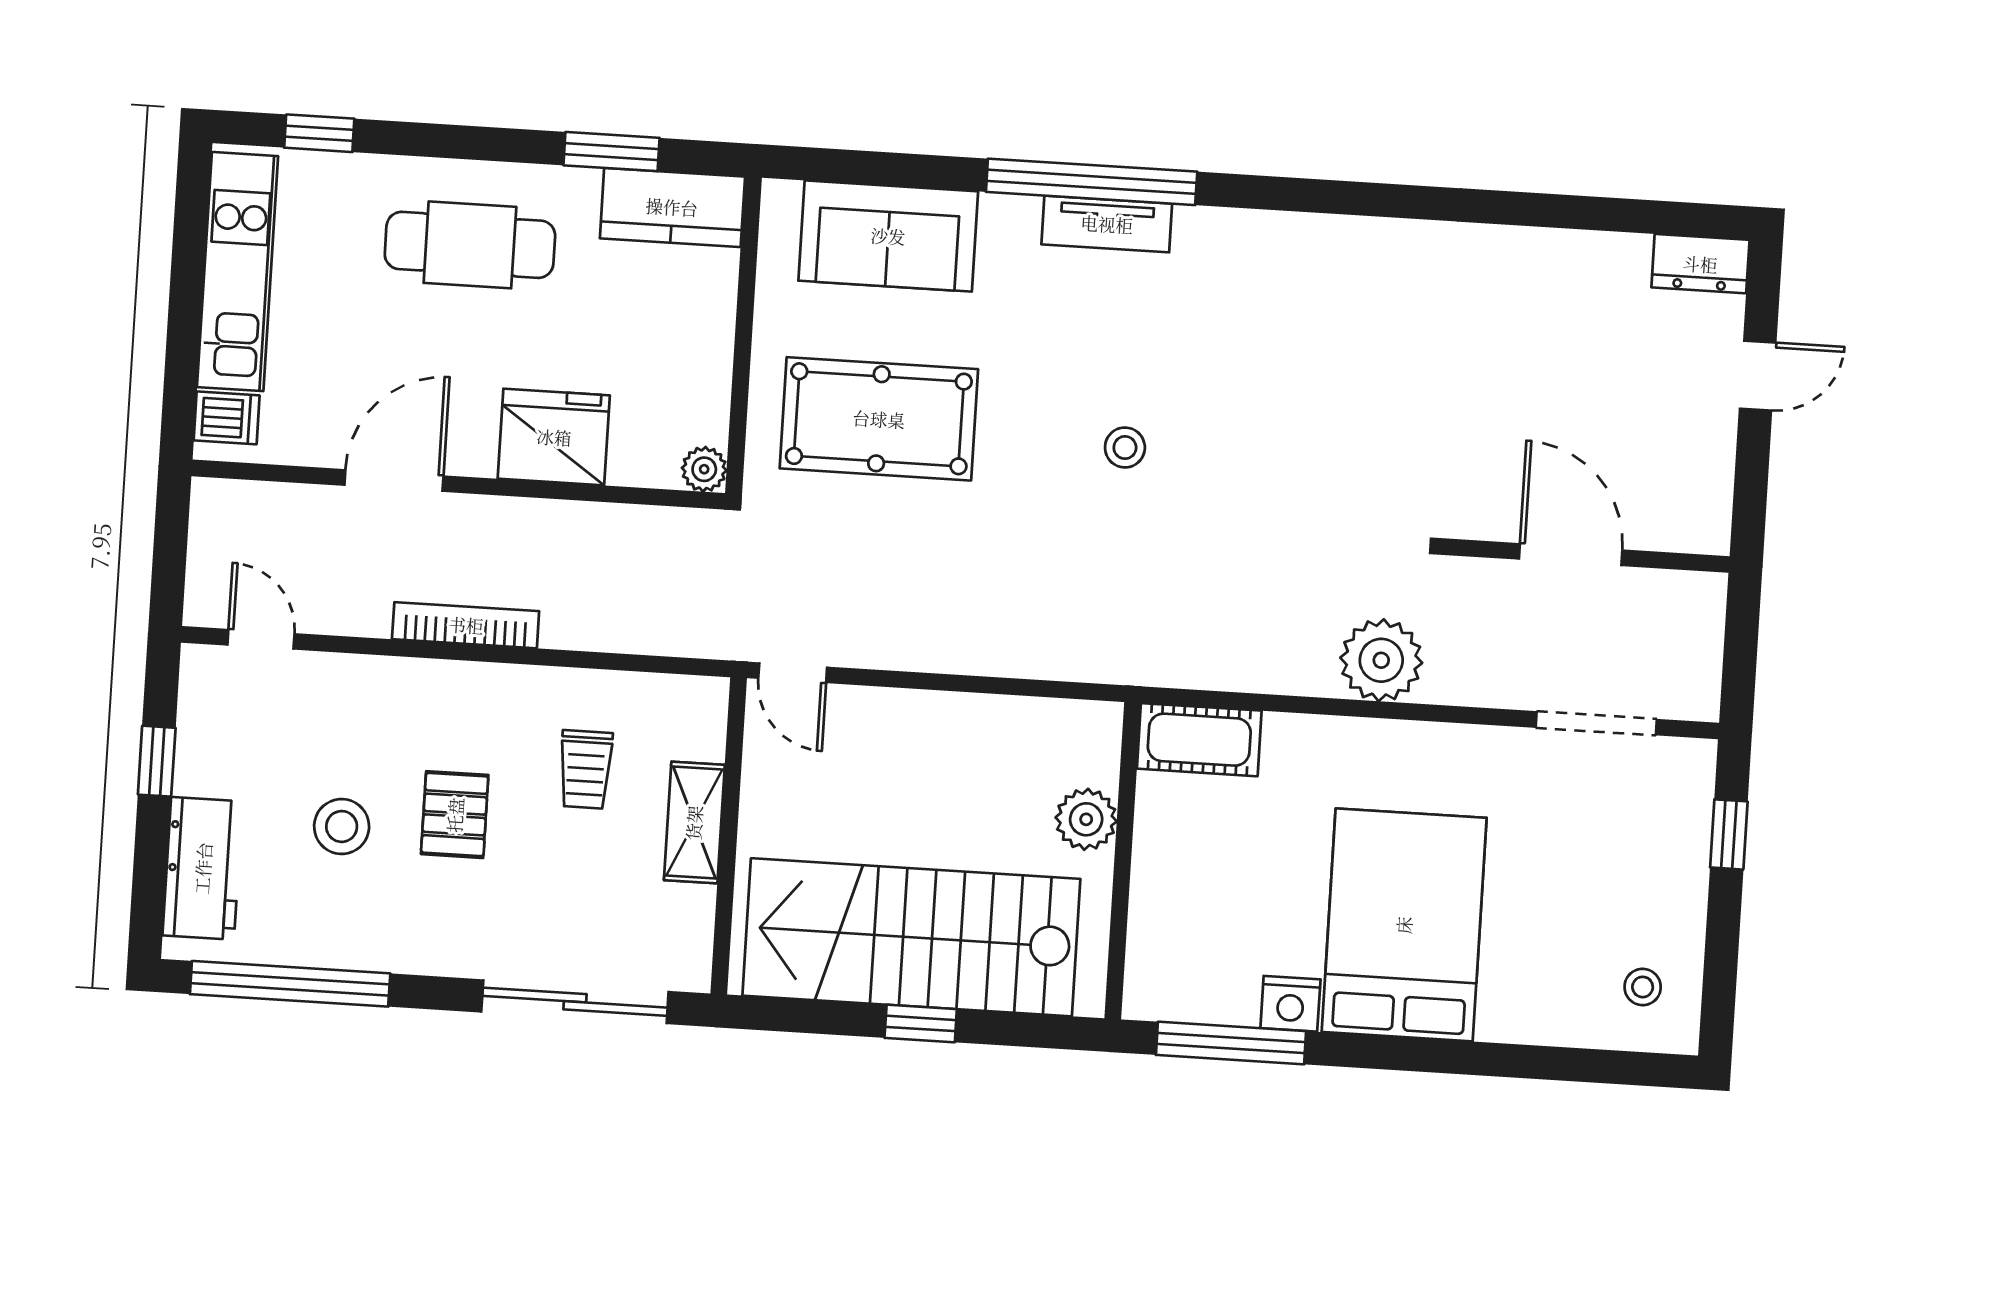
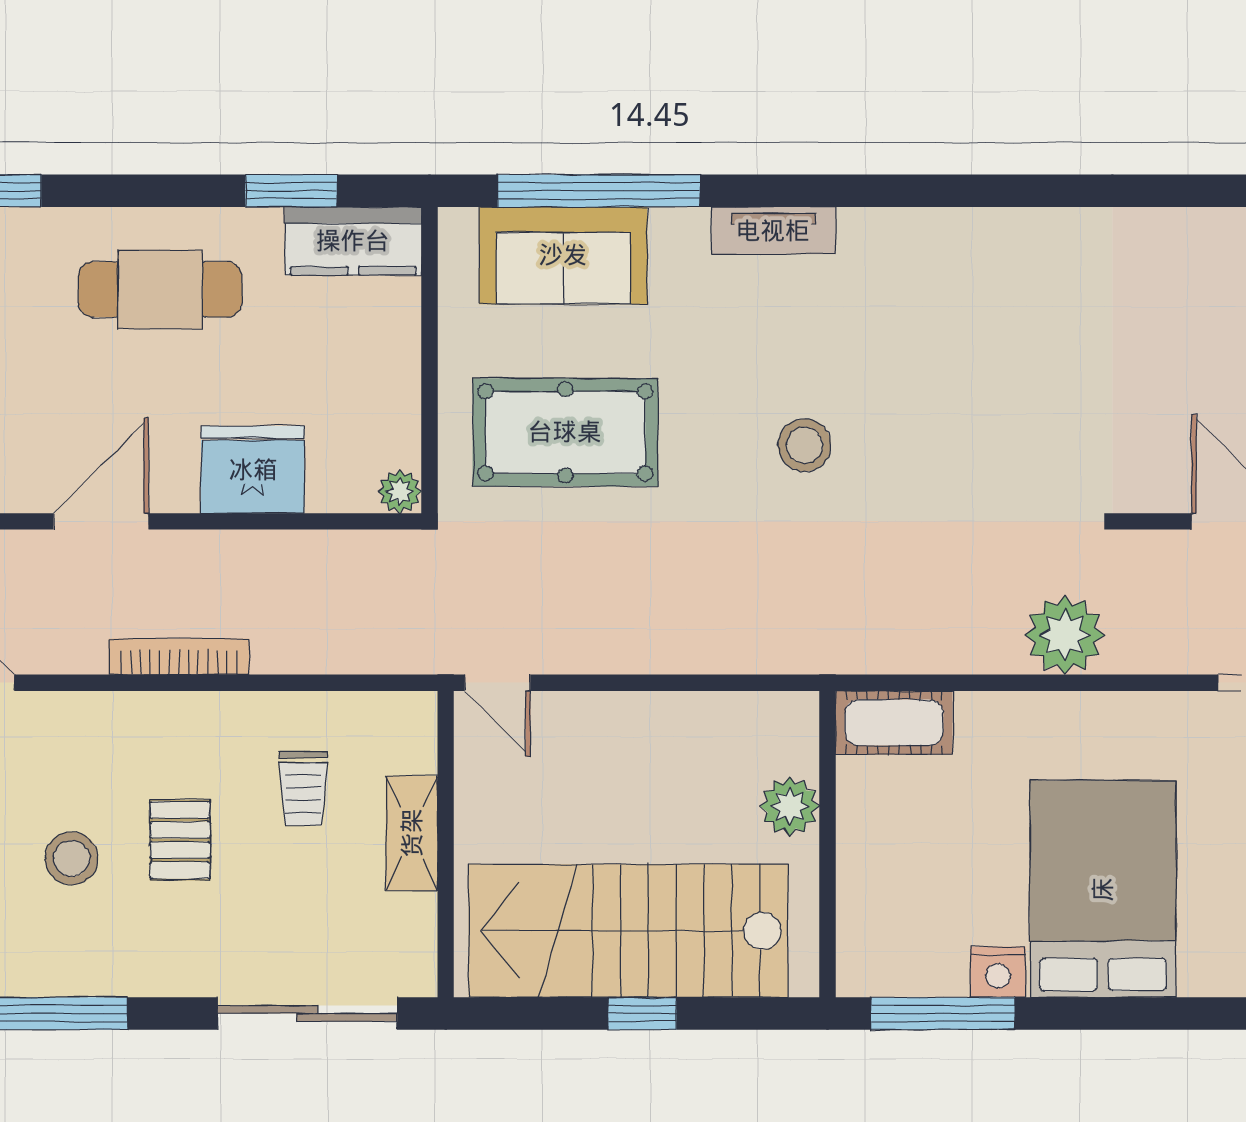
window: (1092, 182) -> (599, 191), moved
stool: (1125, 448) -> (805, 445), width x1.37, depth x1.37

